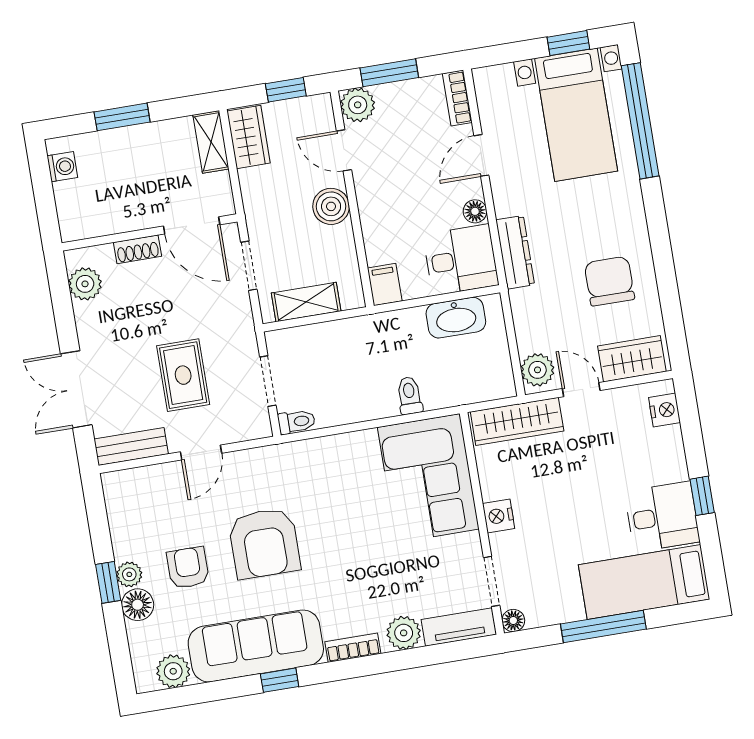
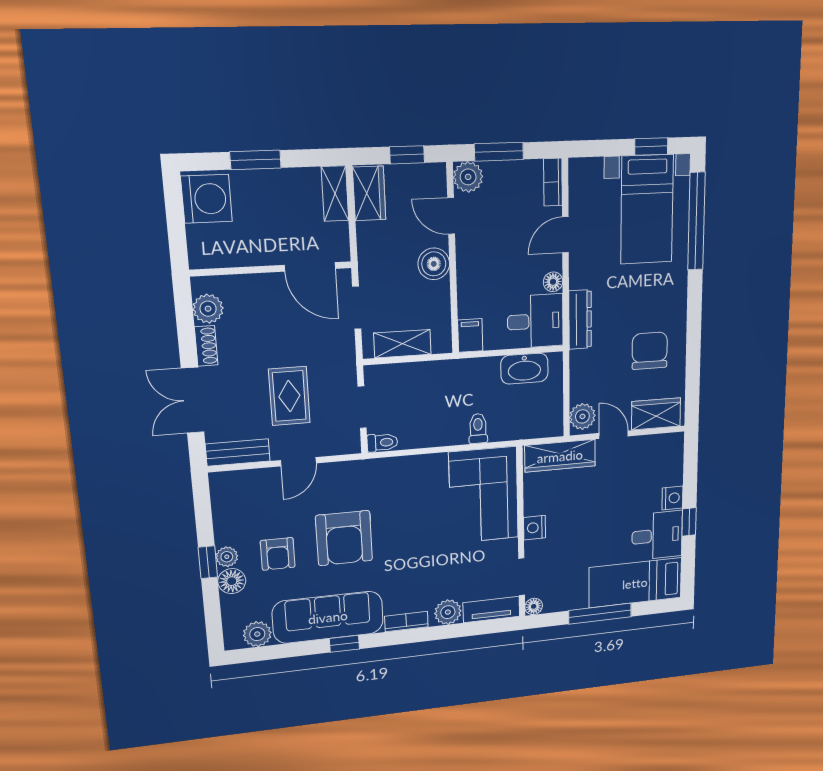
washing machine: (62, 167) -> (206, 199), width x1.89, depth x1.89
shoe rack: (137, 249) -> (206, 346), moved, turned -90
nightstand: (665, 410) -> (673, 498), moved
armchair: (188, 568) -> (278, 554), turned 180

